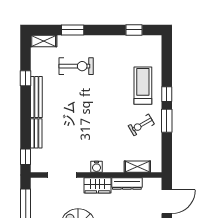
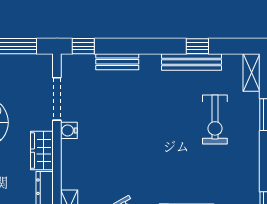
bench: (36, 97) -> (192, 62), moved
water cooler: (97, 167) -> (69, 130), moved

